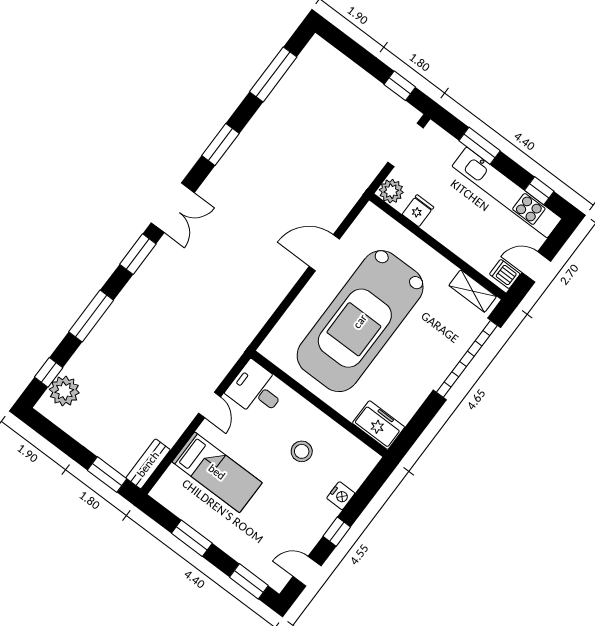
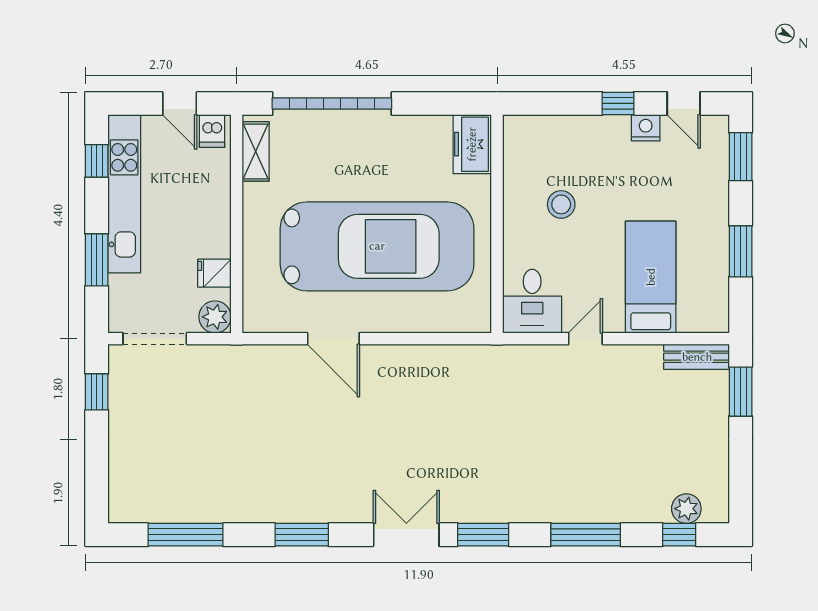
plant: (64, 391) -> (686, 509), width x0.73, depth x0.73
nightstand: (341, 496) -> (646, 128), moved

